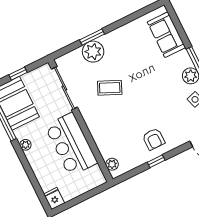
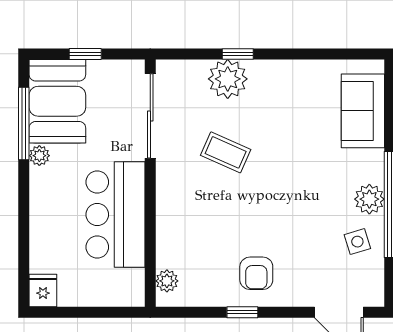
window: (92, 37) -> (238, 54), width x0.67
plant: (25, 145) -> (39, 156), moved

